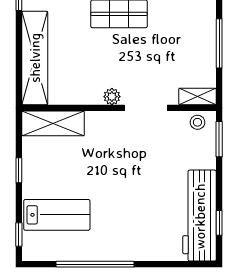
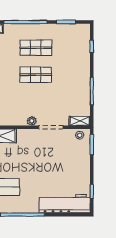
workbench: (200, 216) -> (65, 204), moved, turned 90

